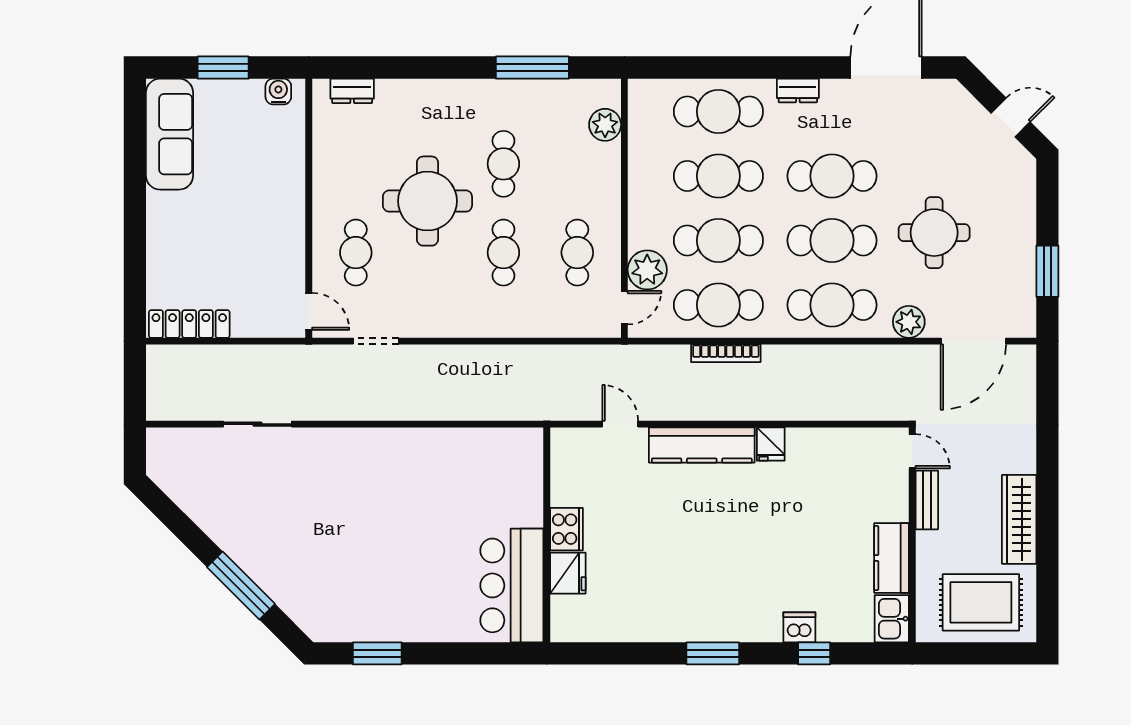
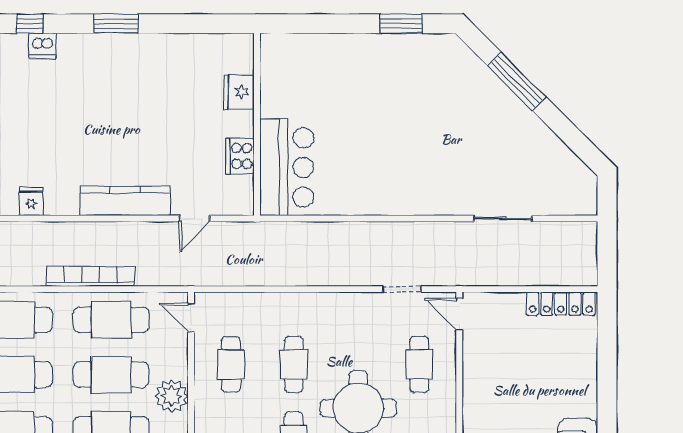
plant: (647, 270) -> (172, 396), moved
door: (624, 308) -> (191, 318), hinge flipped
bookcase: (726, 353) -> (91, 276), width x1.48, depth x1.31
door: (620, 424) -> (195, 219), hinge flipped
fridge: (771, 444) -> (31, 202), moved
cooker: (567, 529) -> (240, 156), moved
bar counter: (512, 585) -> (287, 167), moved

